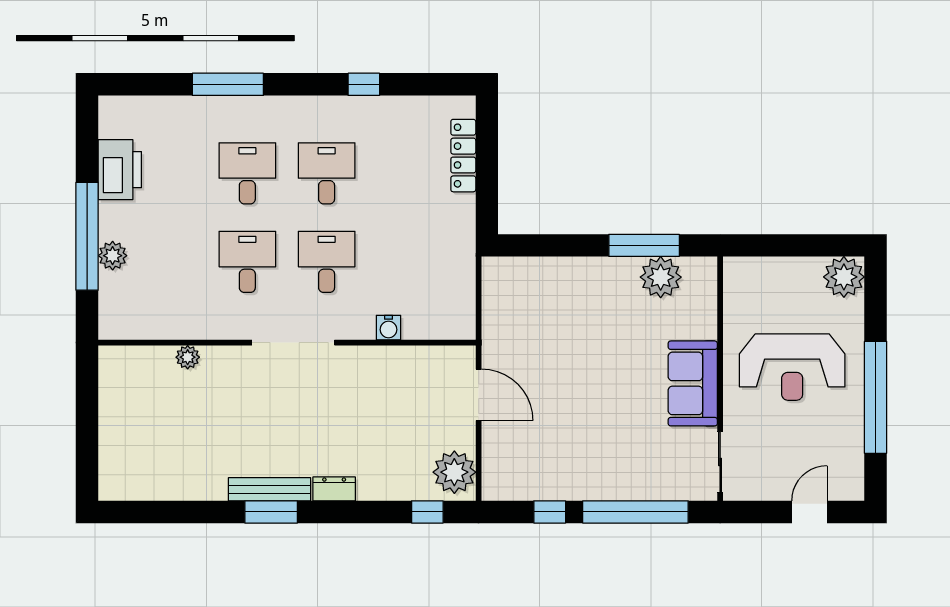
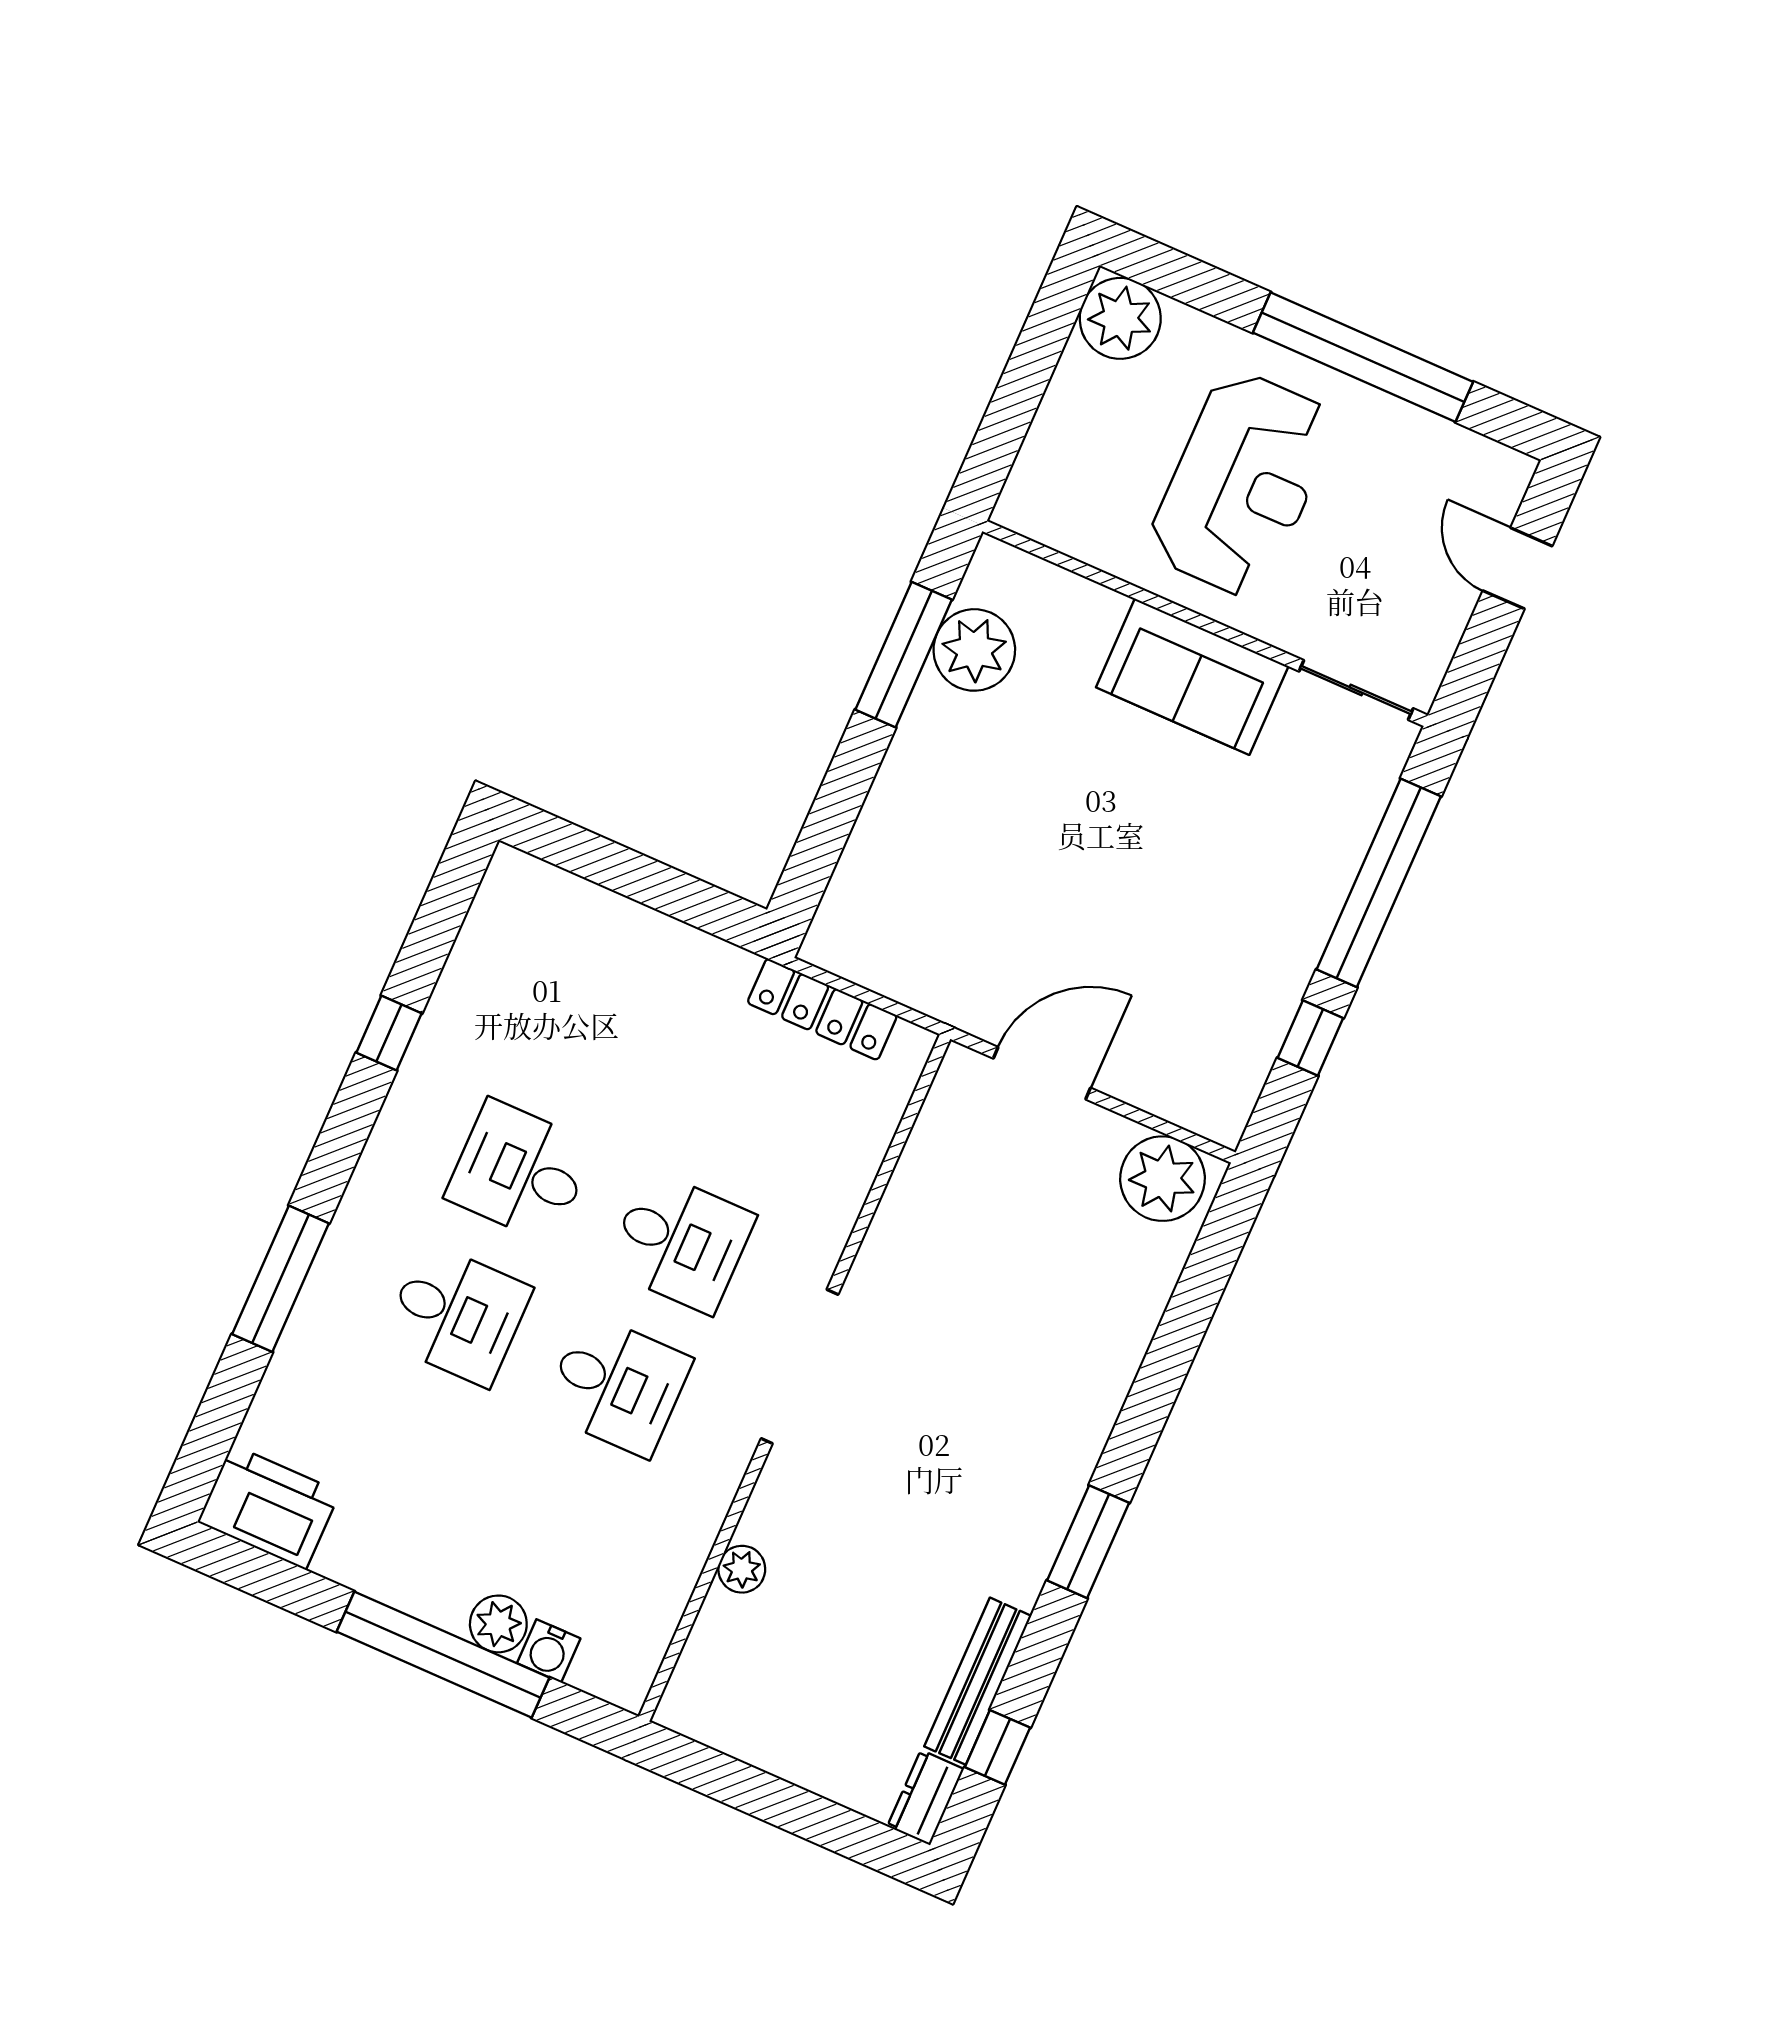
locker: (463, 156) -> (822, 1009), moved
printer: (120, 170) -> (269, 1507), moved
desk: (247, 173) -> (457, 1315), turned 180
desk: (247, 262) -> (617, 1385), turned 180
desk: (327, 262) -> (680, 1242), turned 180
water cooler: (388, 328) -> (549, 1651), moved, turned 90
bench: (270, 489) -> (978, 1681), moved
dresser: (334, 489) -> (926, 1798), moved
window: (427, 512) -> (997, 1747), moved

